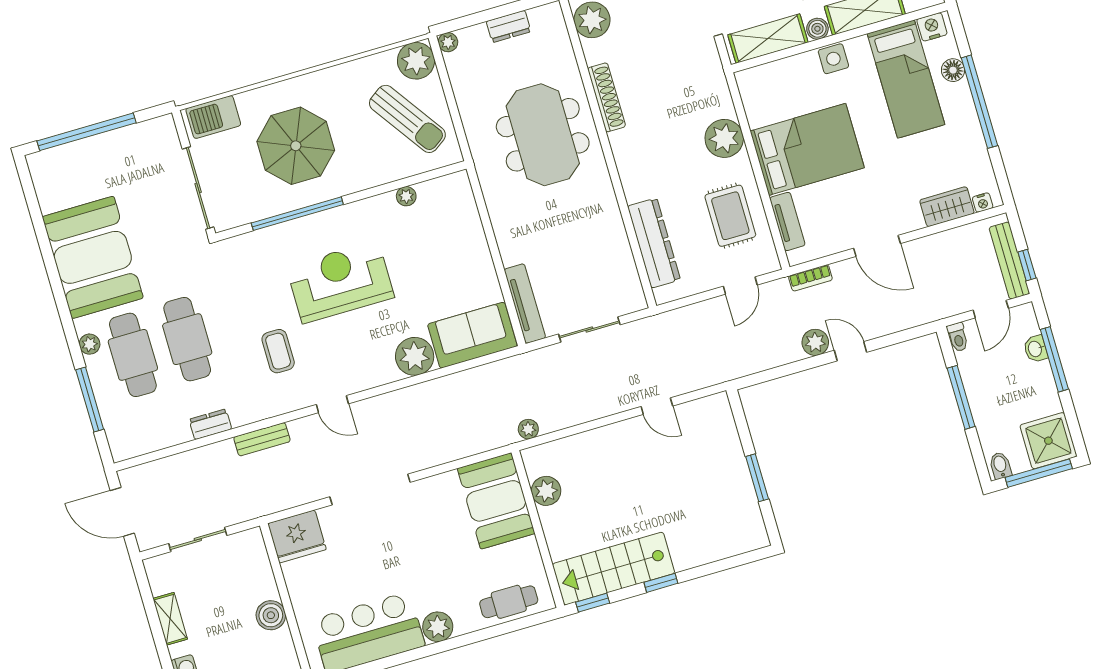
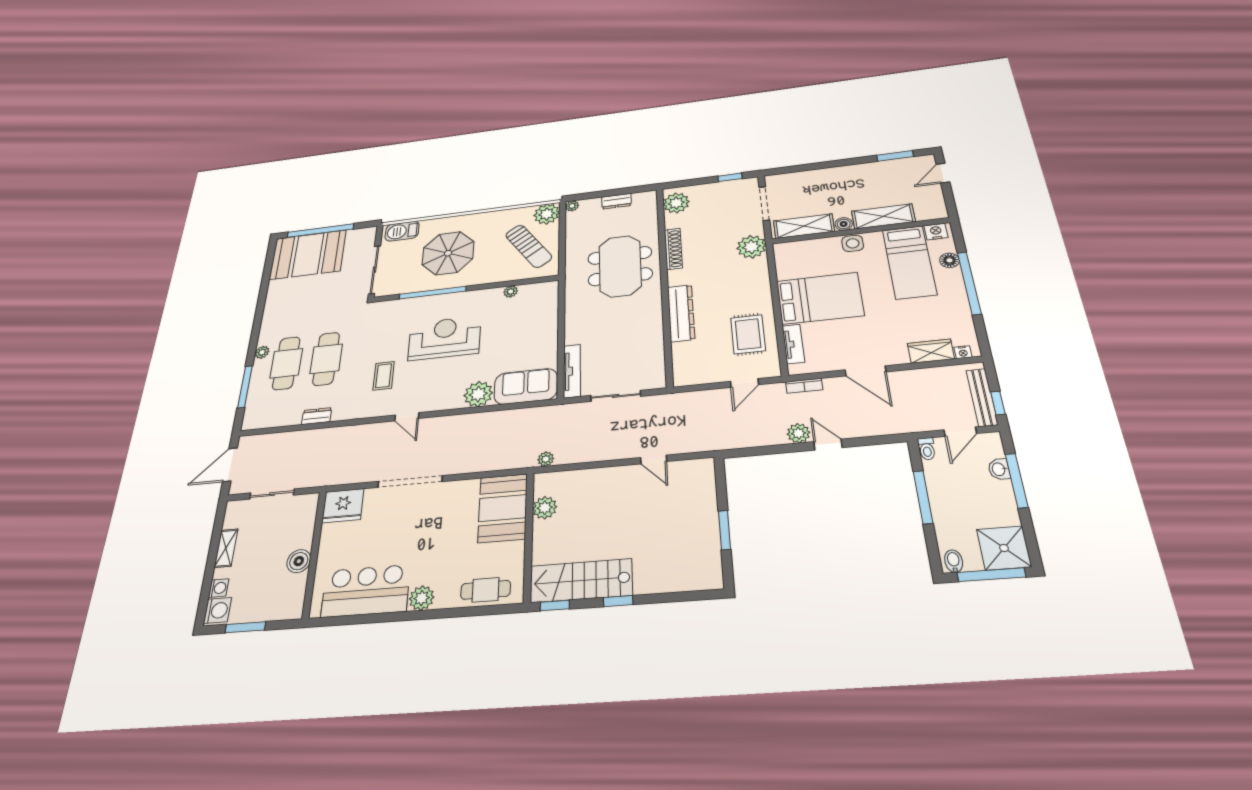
plant: (724, 138) -> (751, 247), moved
dresser: (654, 243) -> (681, 313), moved
booth: (93, 257) -> (308, 255), moved, turned 90
bench: (262, 439) -> (347, 432), removed
door: (122, 512) -> (230, 465), hinge flipped

